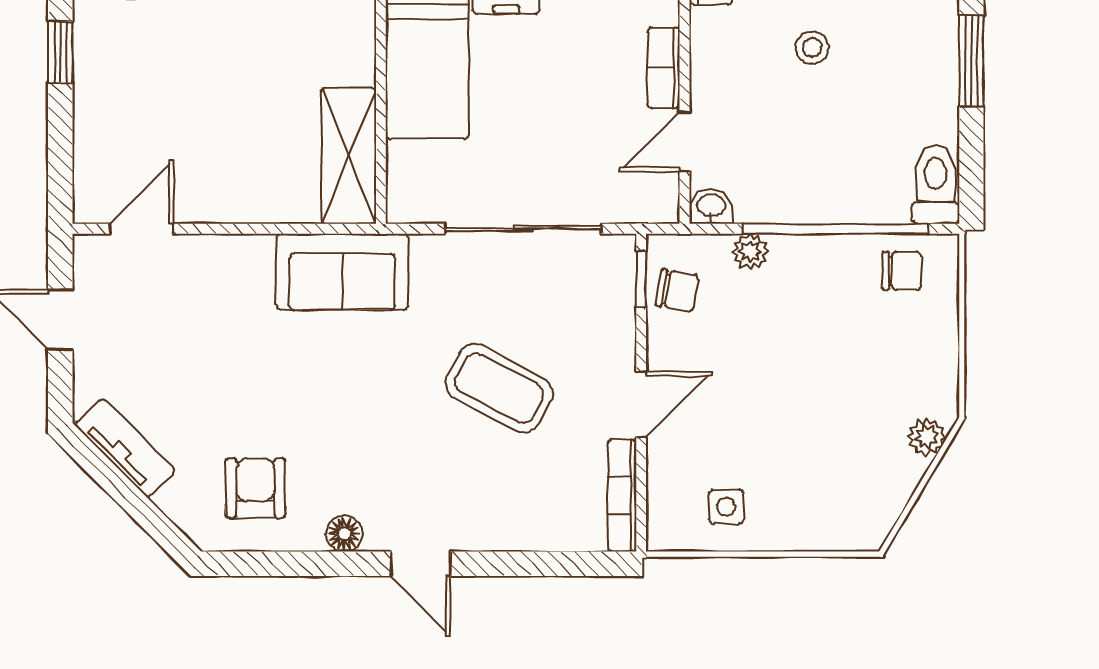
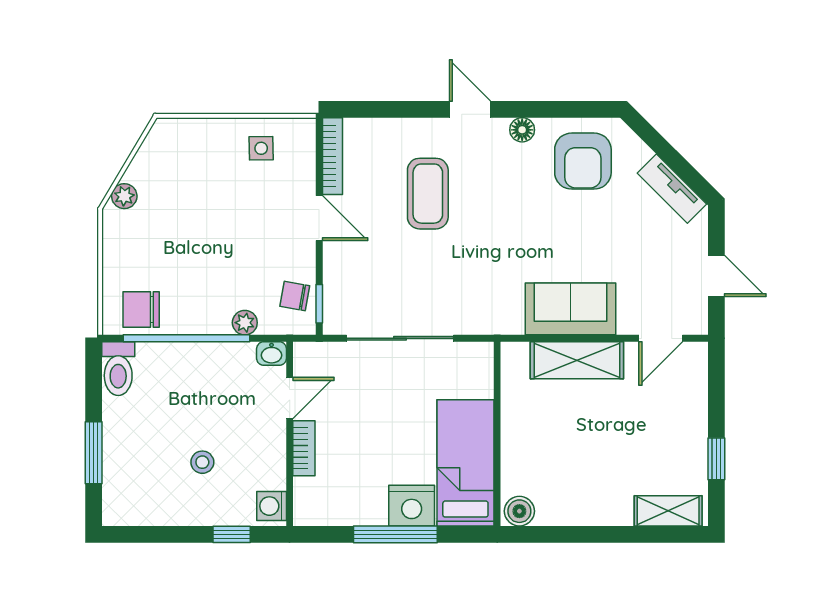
shelving: (349, 156) -> (577, 360), moved, turned 90
chair: (902, 271) -> (141, 309), width x1.37, depth x1.37
sofa: (342, 272) -> (571, 309), moved
coffee table: (499, 388) -> (428, 194), moved, turned 62
door: (641, 404) -> (319, 218), swing flipped
armchair: (255, 488) -> (583, 161), width x1.38, depth x1.38

